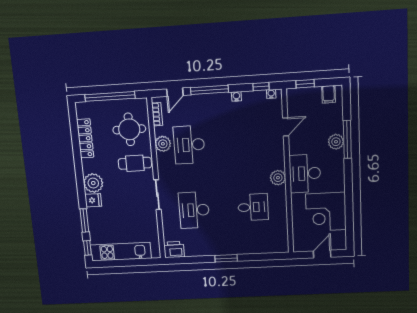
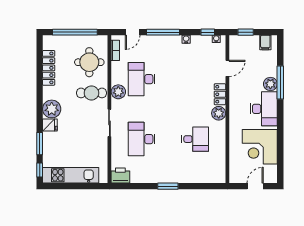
plant: (163, 144) -> (118, 92), moved
locker: (278, 157) -> (220, 94), added
desk: (305, 173) -> (264, 109), moved, turned 180

